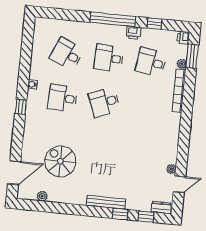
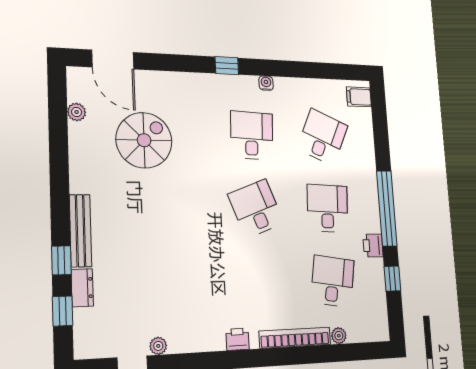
filing cabinet: (44, 25) -> (359, 97), added
printer: (183, 38) -> (237, 339), moved
window: (192, 56) -> (354, 352), removed
dresser: (161, 208) -> (82, 288), moved

